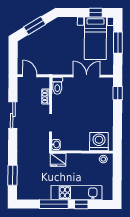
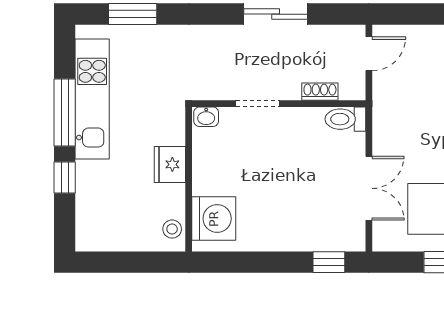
fridge: (58, 160) -> (170, 164), moved
kitchen unit: (77, 193) -> (92, 99), moved

